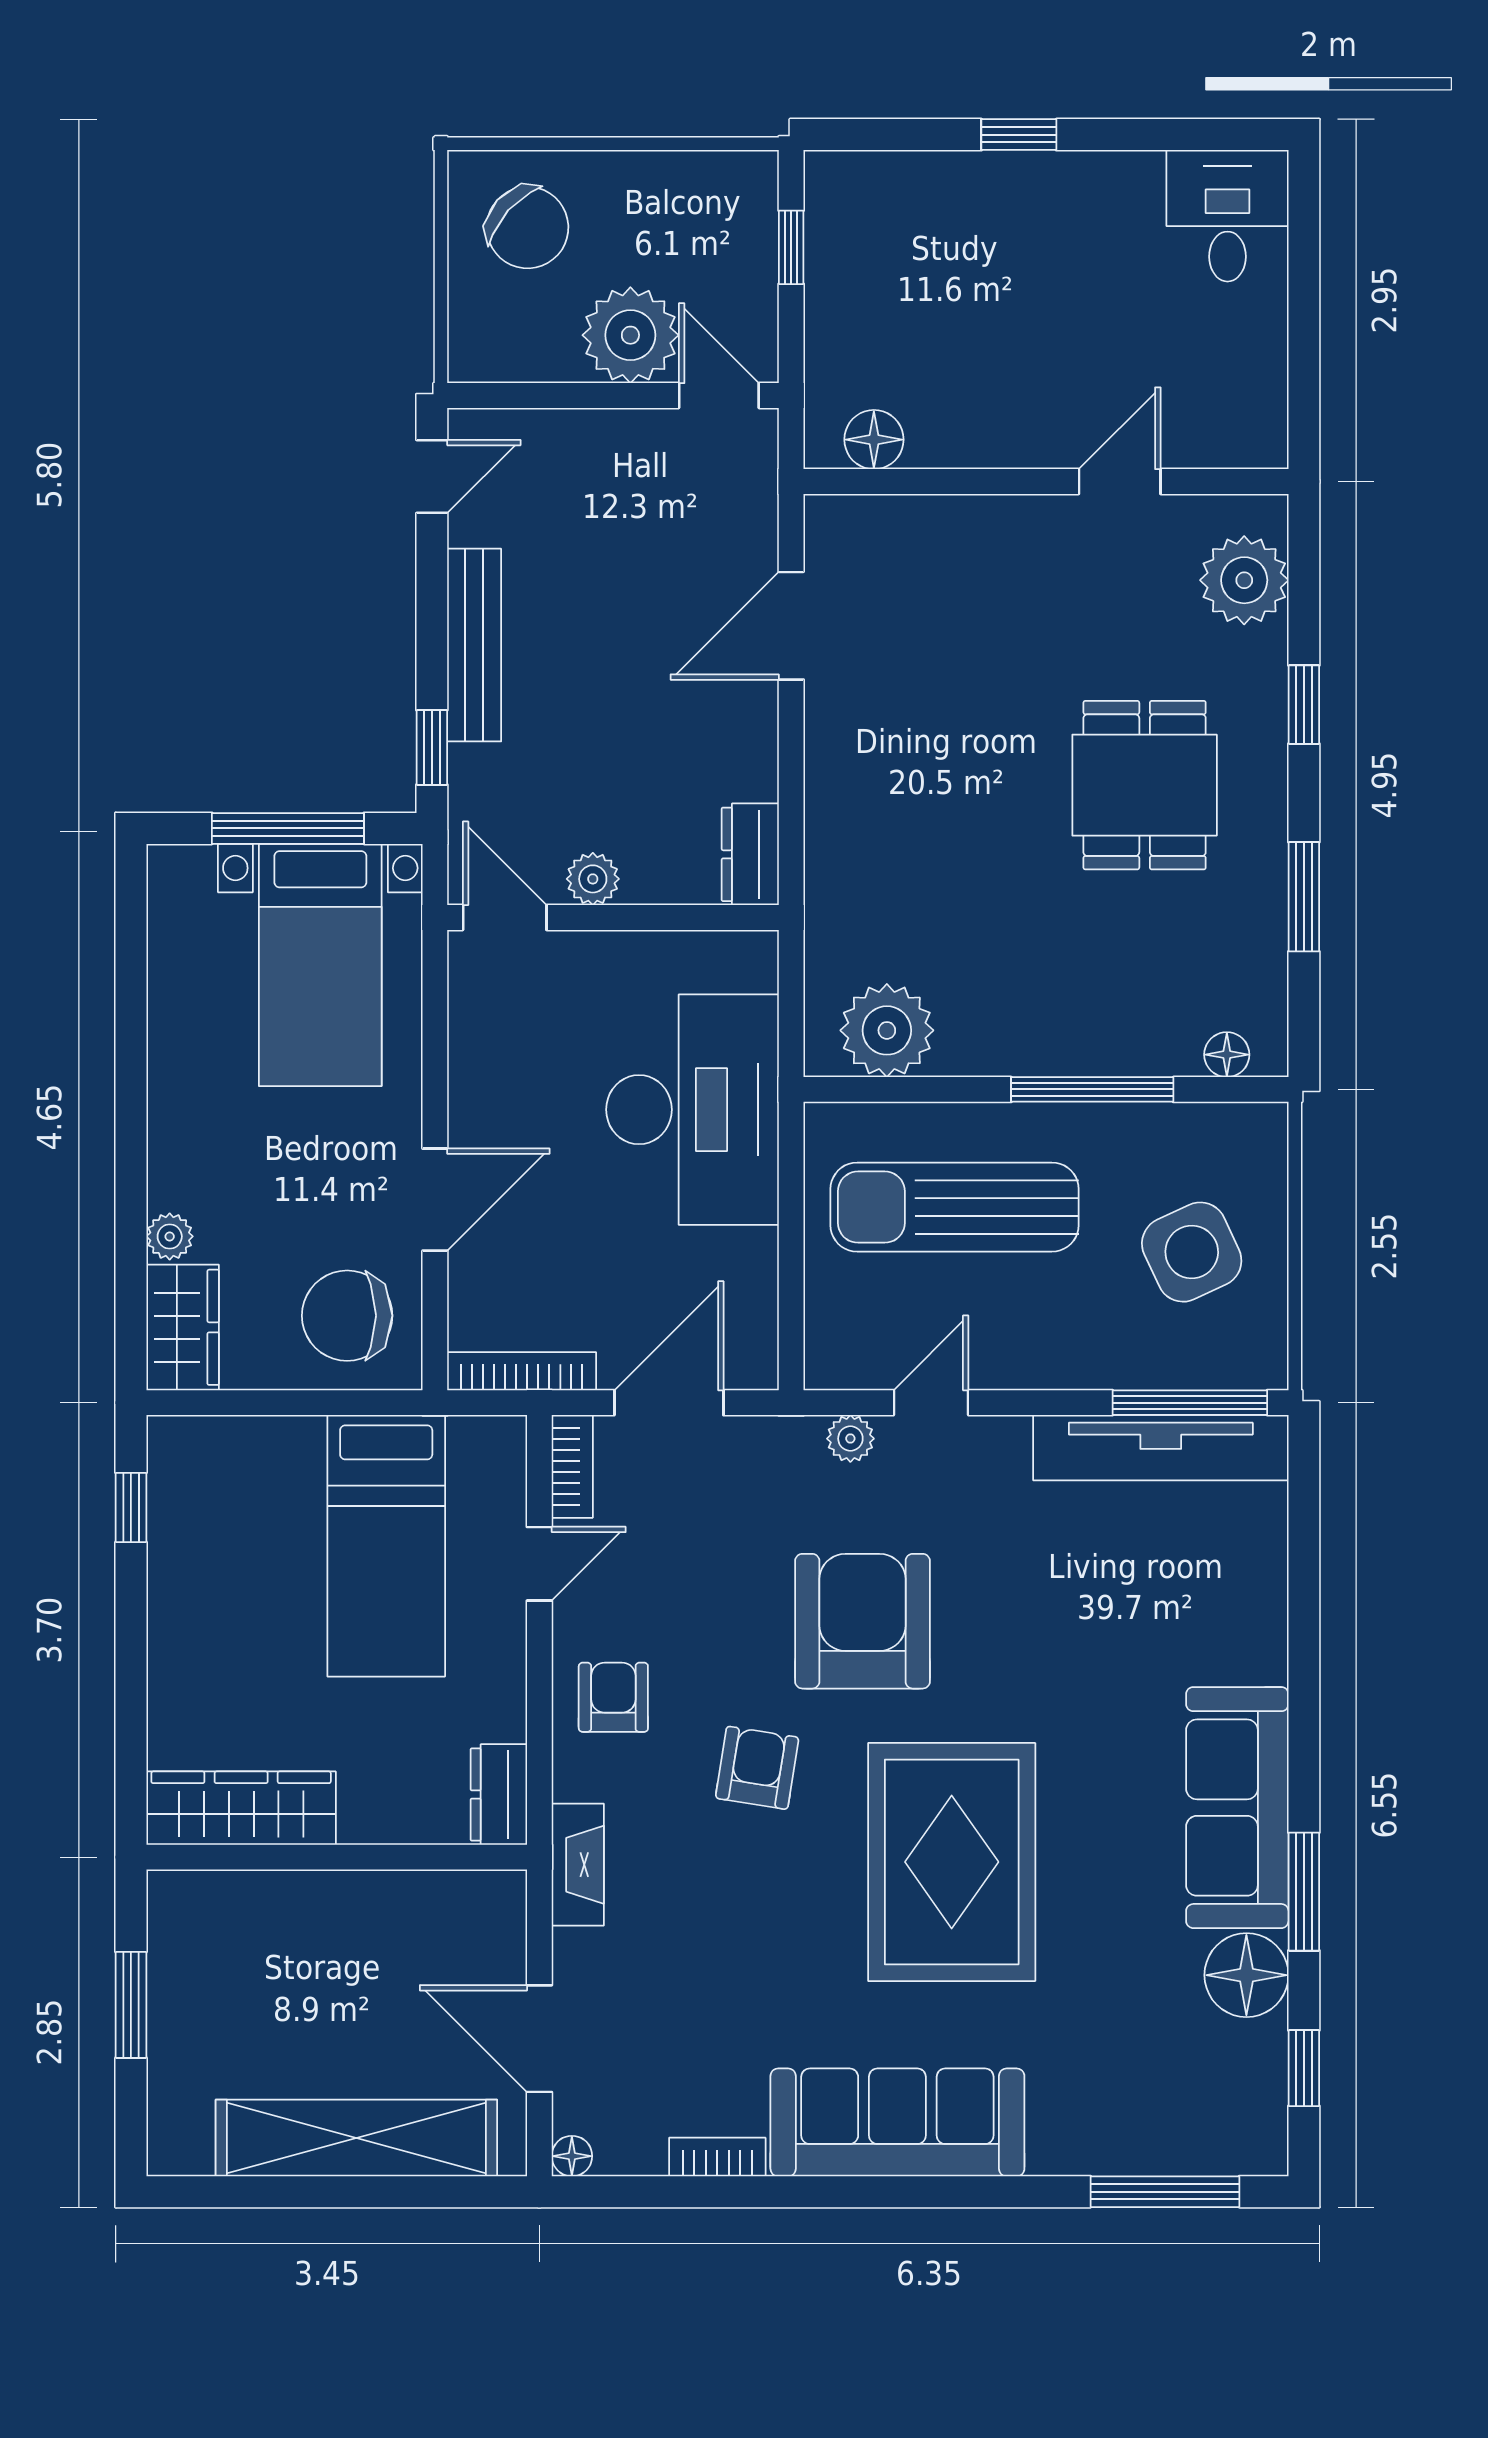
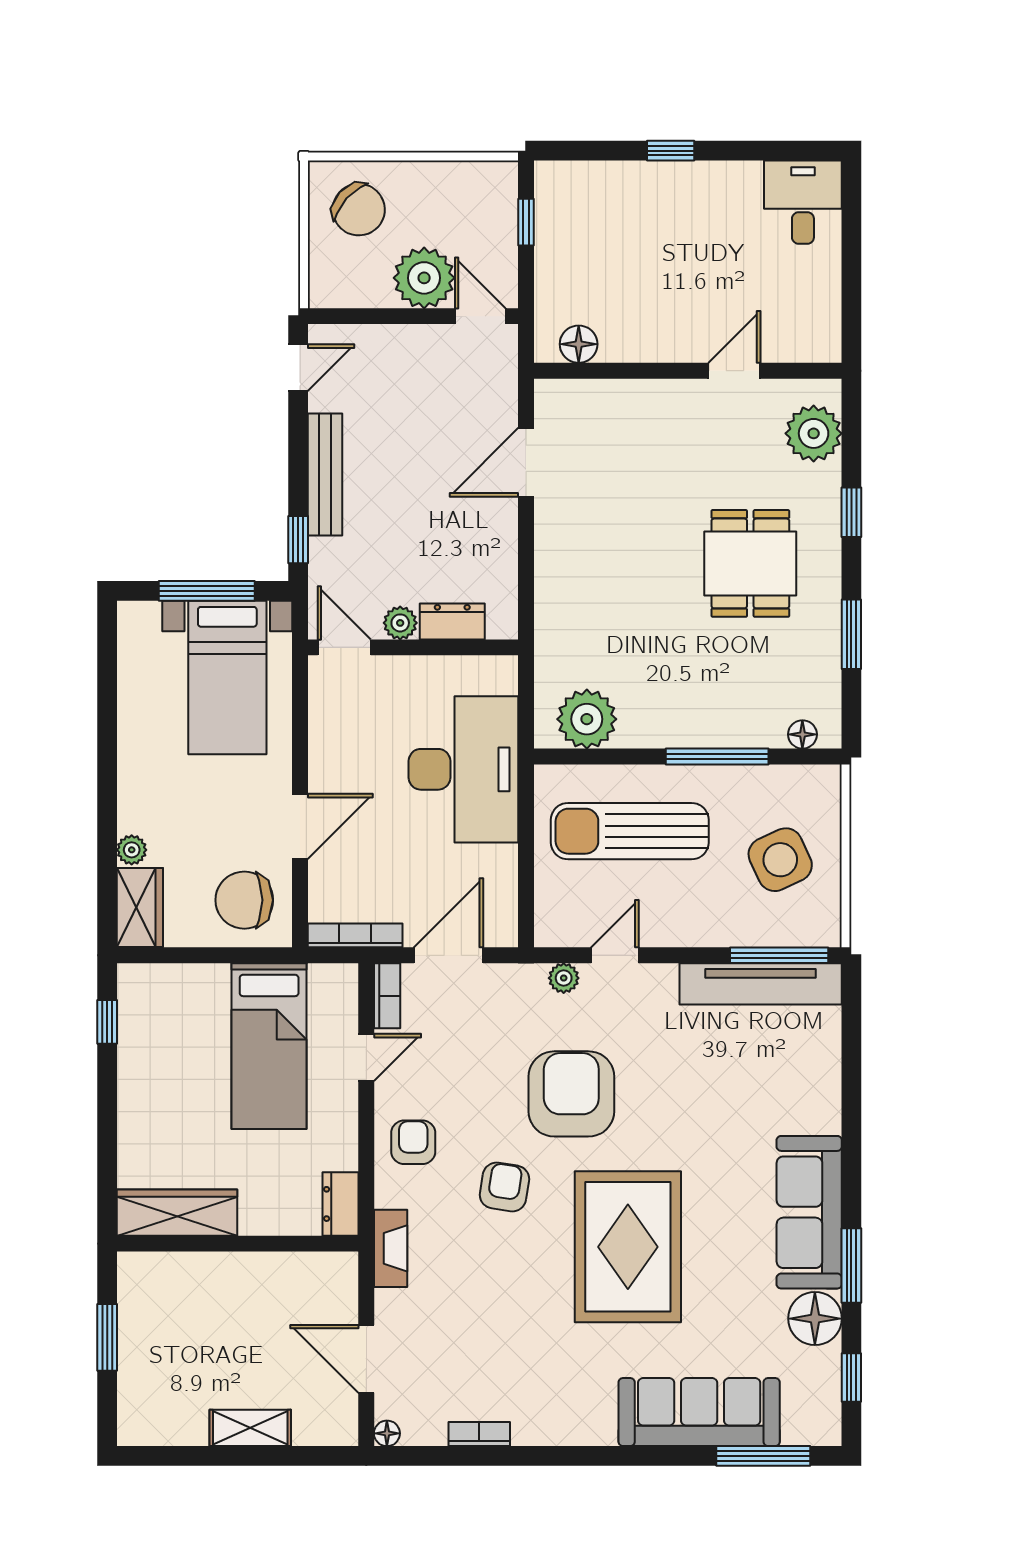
dresser: (750, 854) -> (452, 621), moved, turned 90
sofa: (897, 2122) -> (699, 1412), moved
shelving: (356, 2138) -> (250, 1428), width x0.45, depth x0.75

